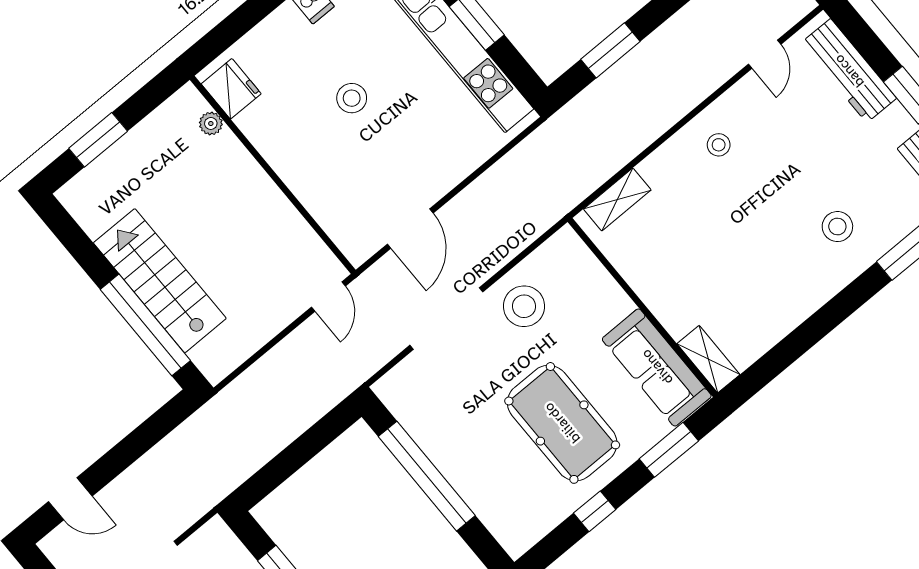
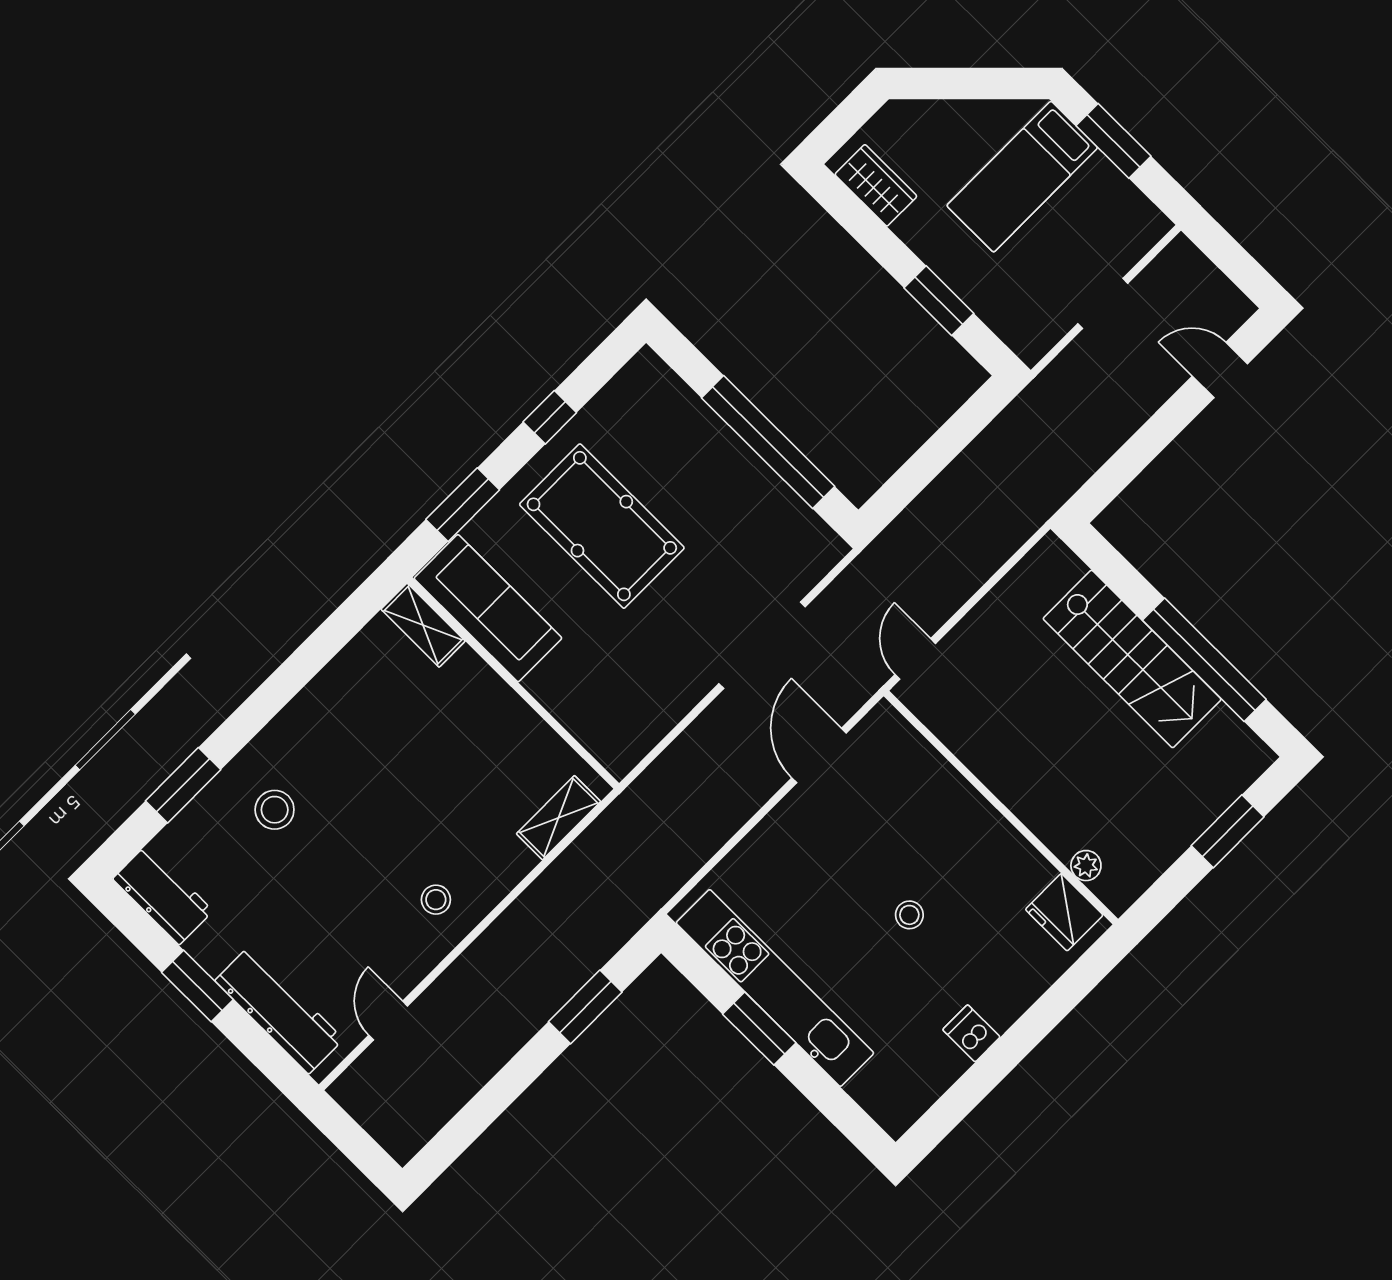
stool: (352, 98) -> (909, 915), width x0.73, depth x0.73
stool: (524, 306) -> (665, 670), removed
window: (145, 325) -> (1204, 660), moved

